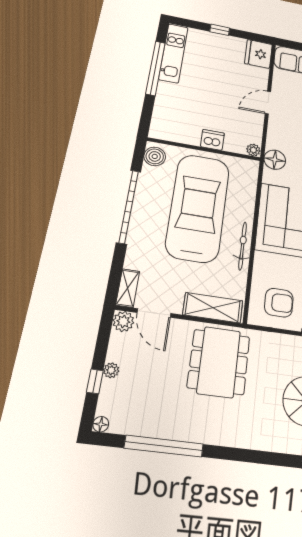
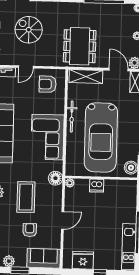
fridge: (259, 54) -> (83, 260), moved, turned -90

